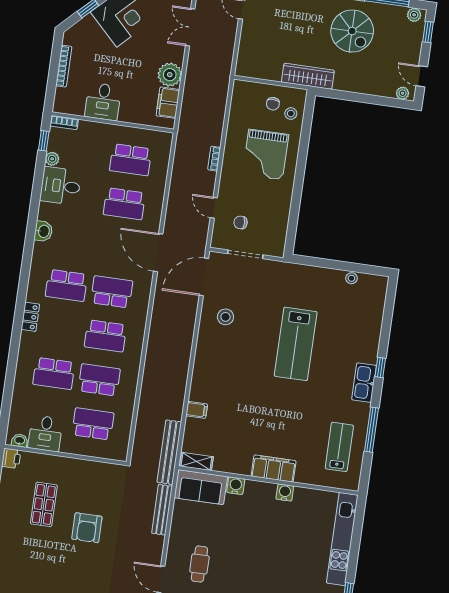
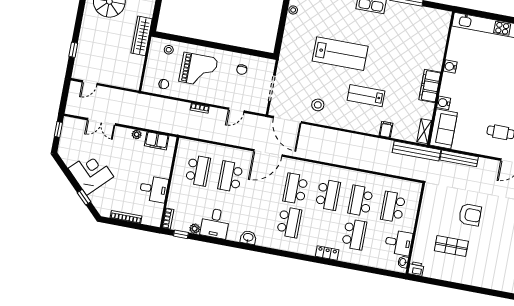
plant: (170, 75) -> (137, 134), width x0.53, depth x0.53
chair: (273, 104) -> (164, 84), moved
school desk: (124, 204) -> (230, 176), turned 180
chair: (241, 222) -> (242, 70), moved
locker: (30, 317) -> (327, 253), moved
lab bench: (339, 447) -> (366, 96), moved
filing cabinet: (274, 469) -> (430, 86), moved

